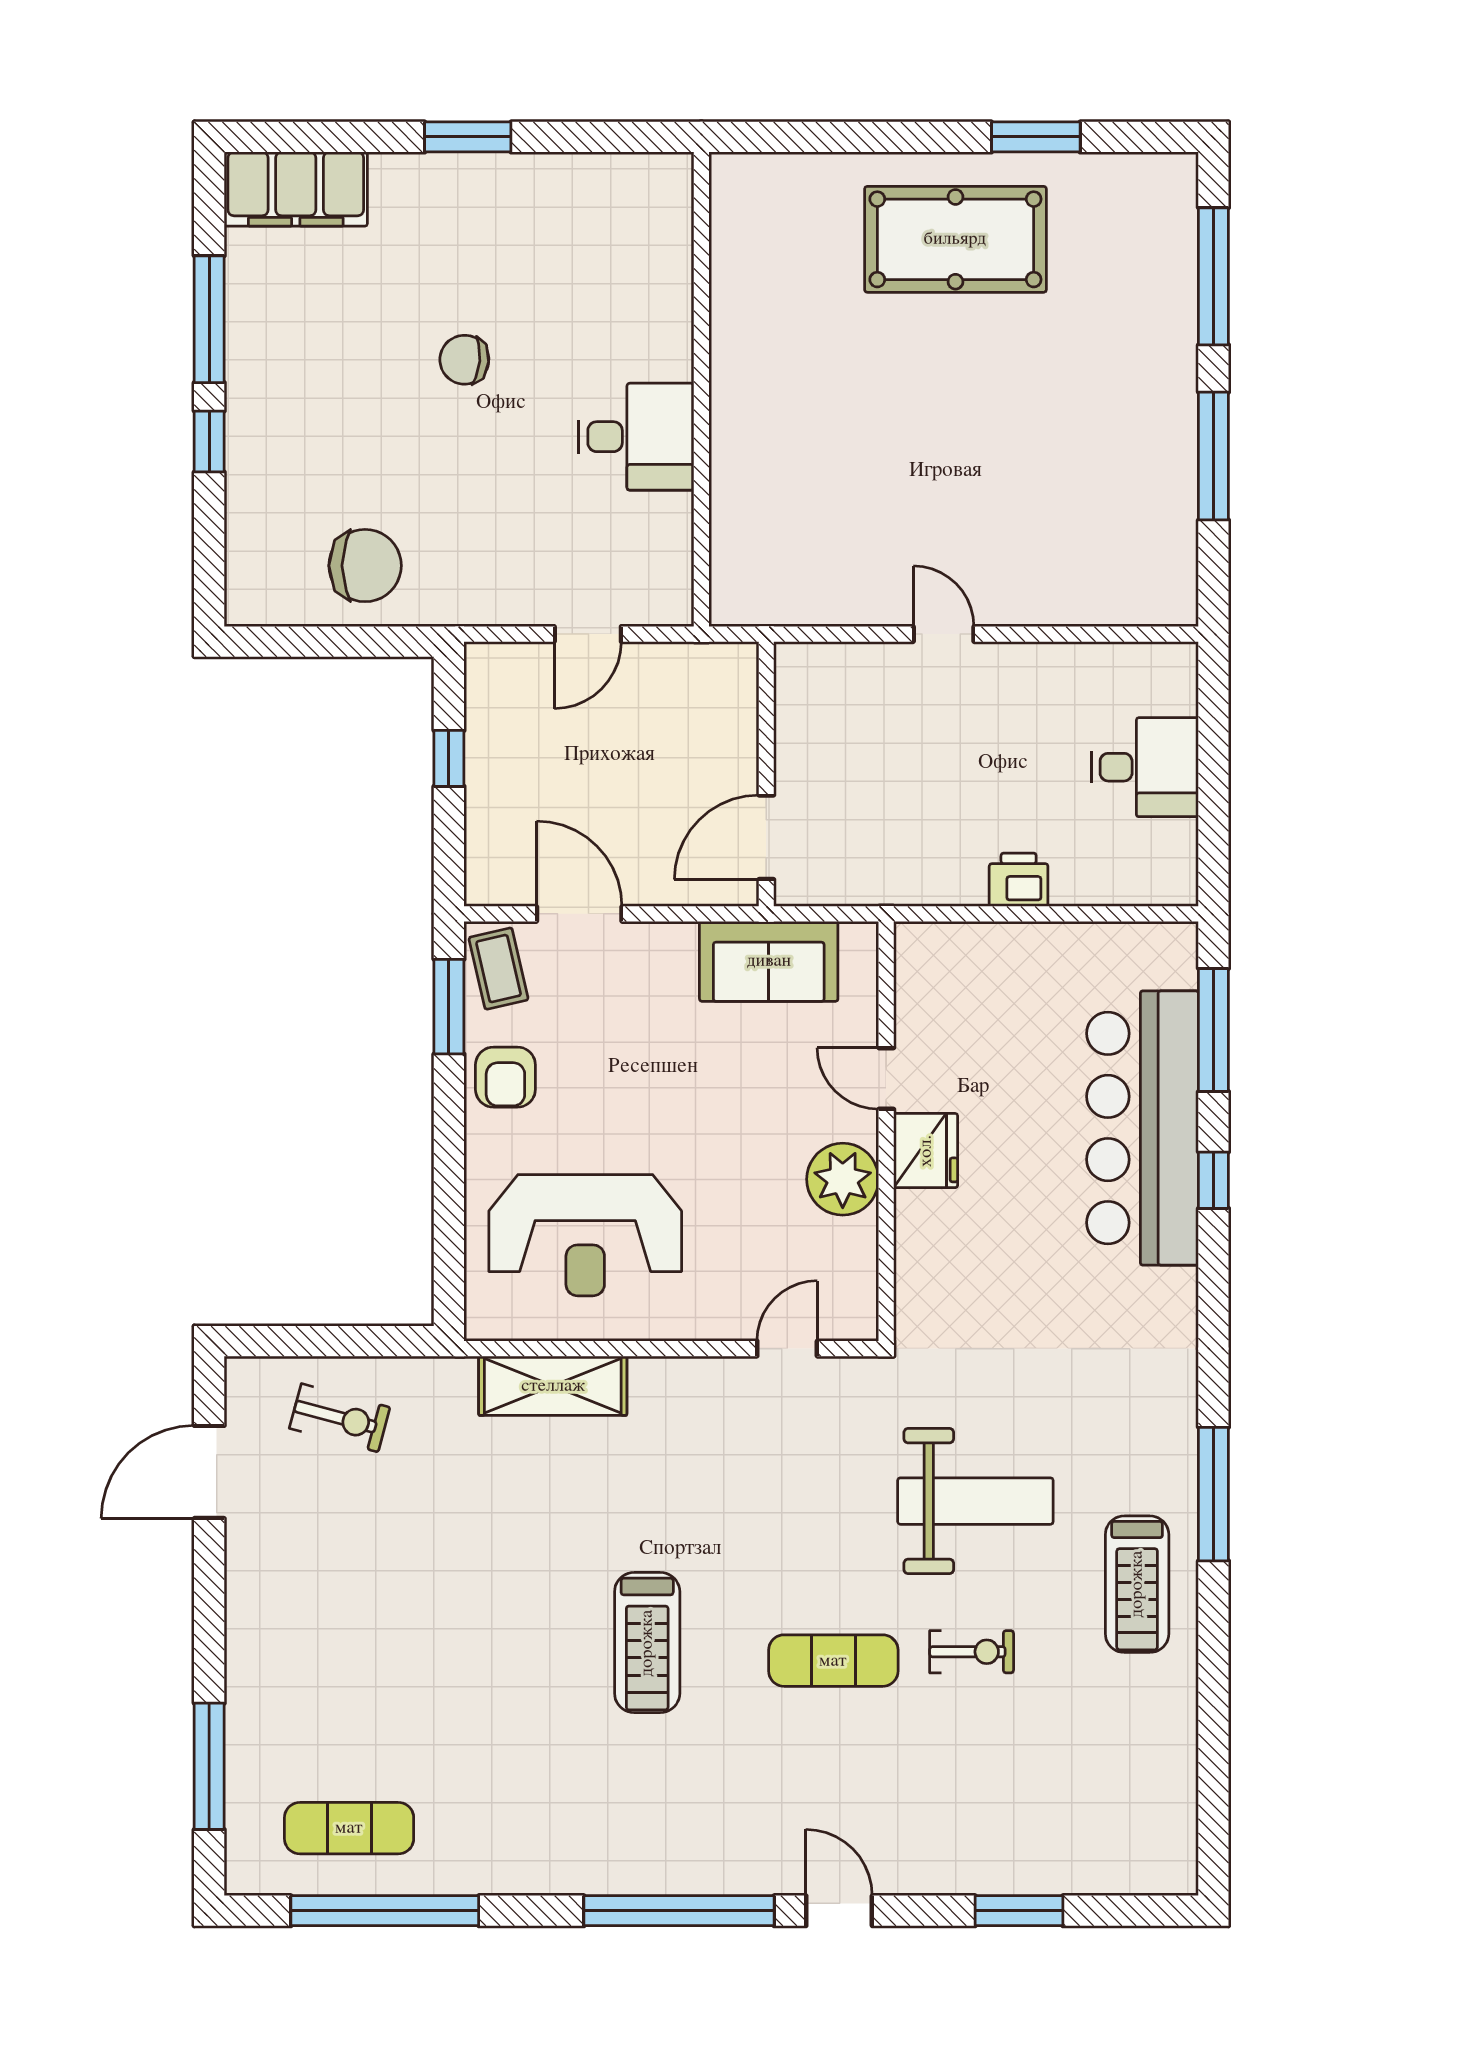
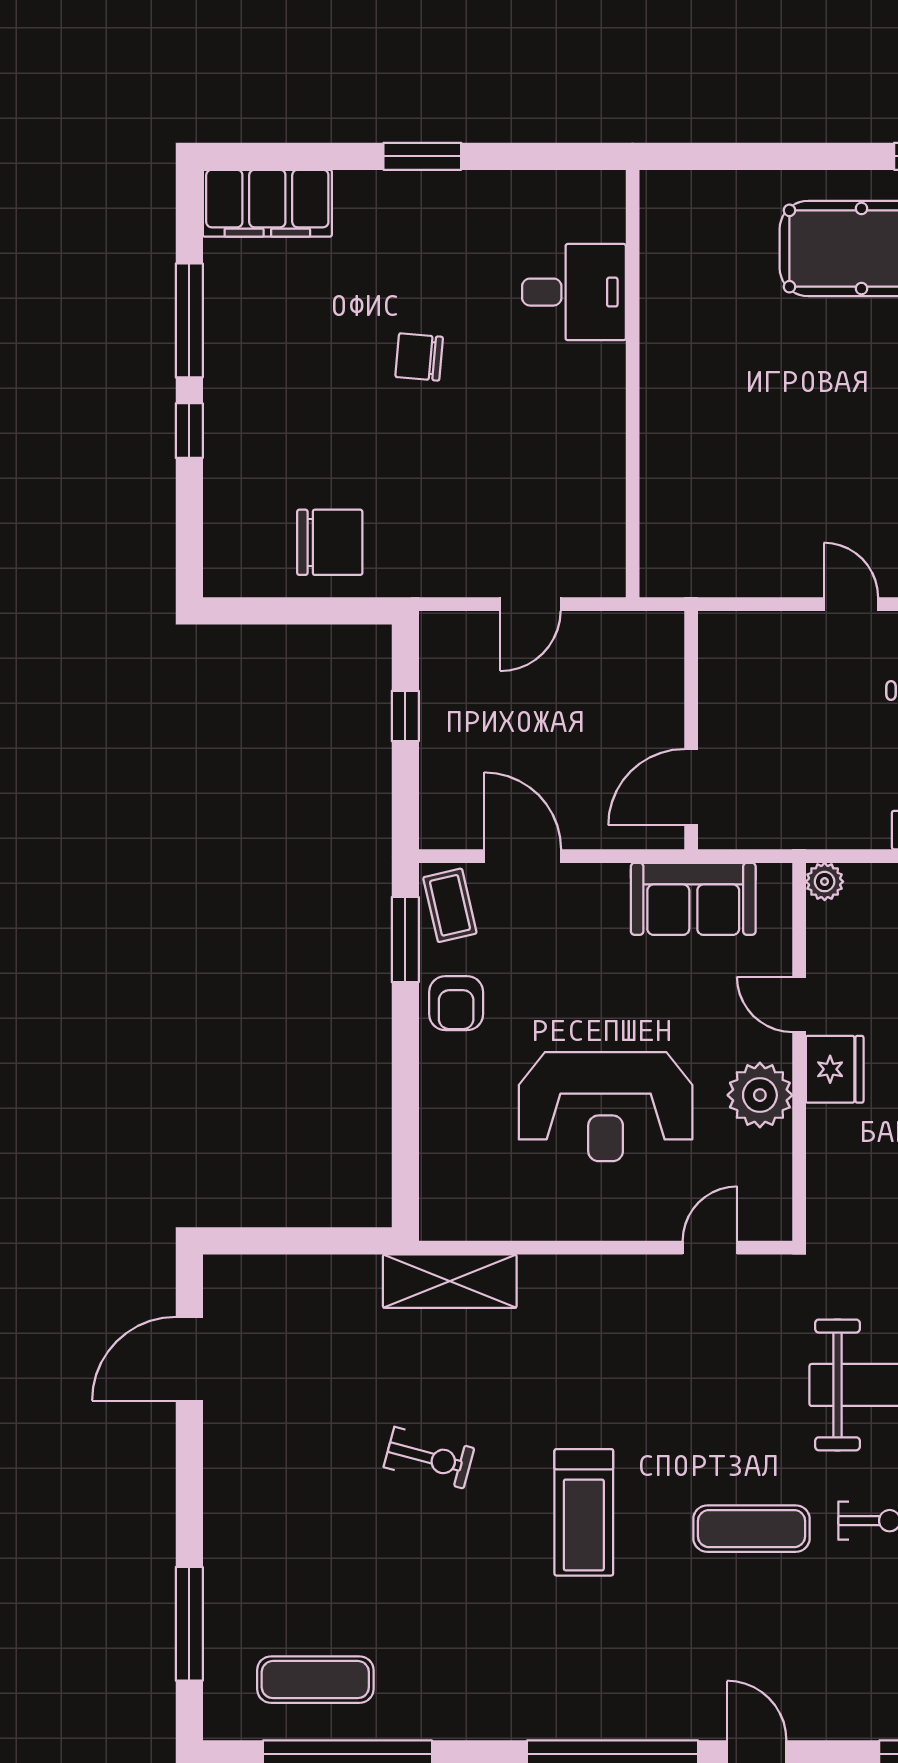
desk: (636, 437) -> (574, 292), moved
plant: (914, 942) -> (825, 882), added
reception desk: (585, 1235) -> (606, 1107), moved
shelving: (553, 1386) -> (450, 1281), moved
exercise bike: (340, 1418) -> (429, 1458), moved

